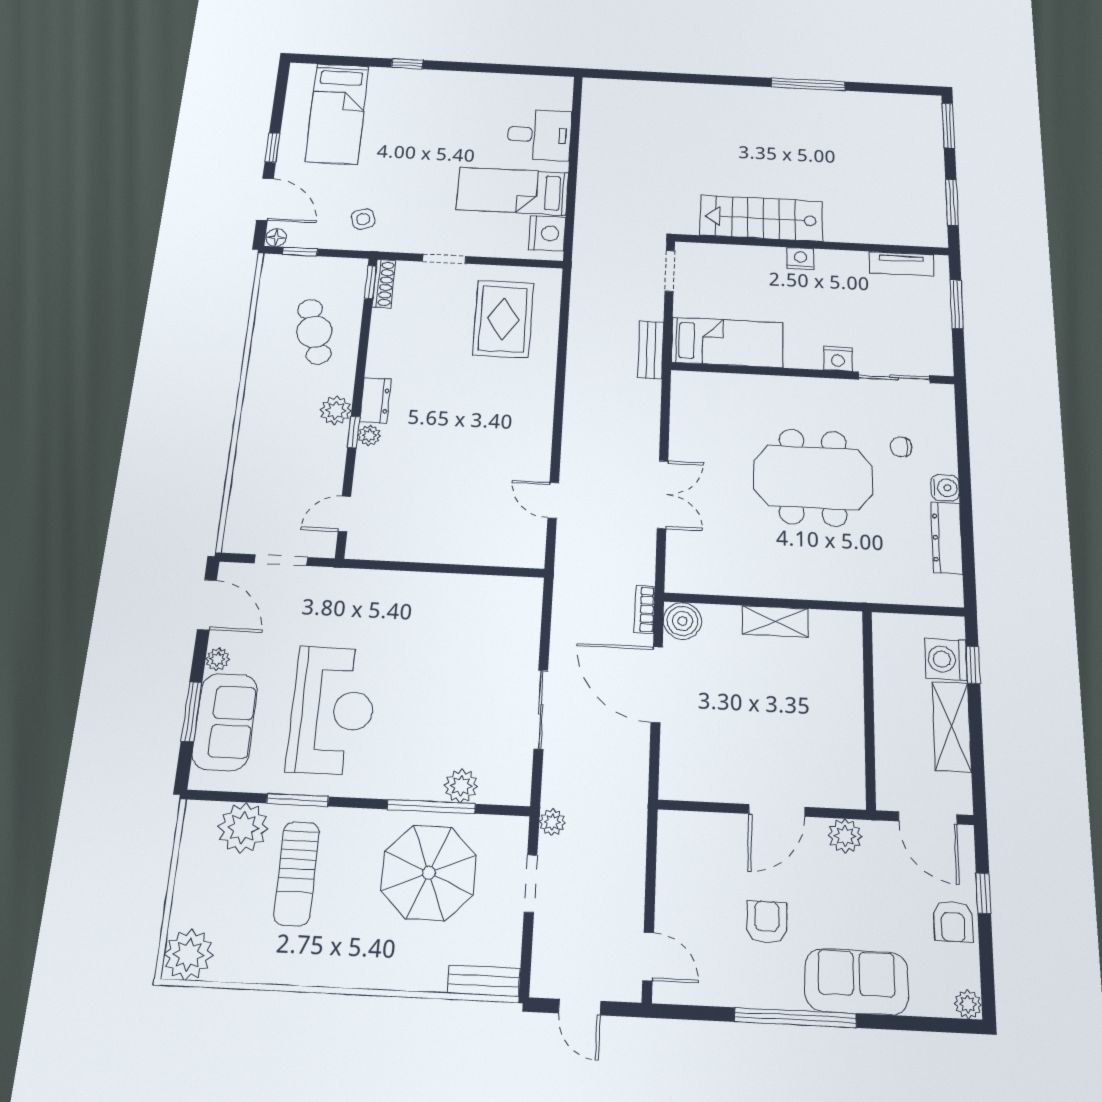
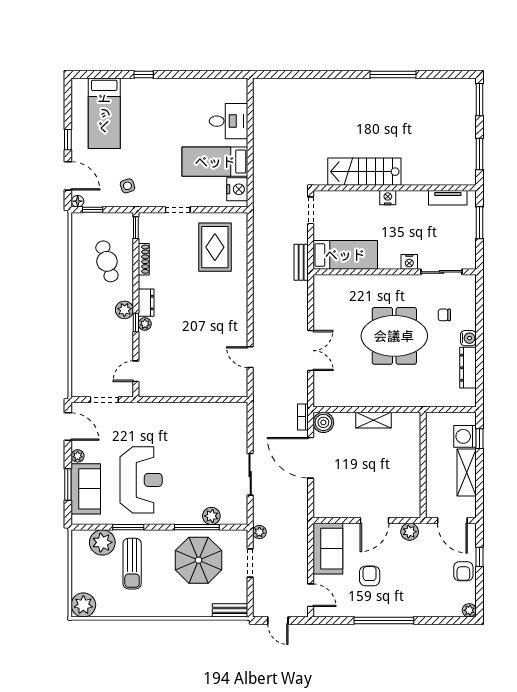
shoe rack: (384, 284) -> (144, 259), moved
sofa: (856, 982) -> (328, 549), moved, turned 90

